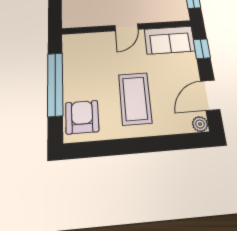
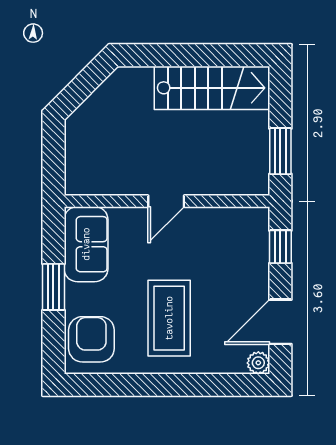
sofa: (170, 40) -> (86, 244), moved, turned -90
window: (55, 84) -> (53, 287), width x0.47

